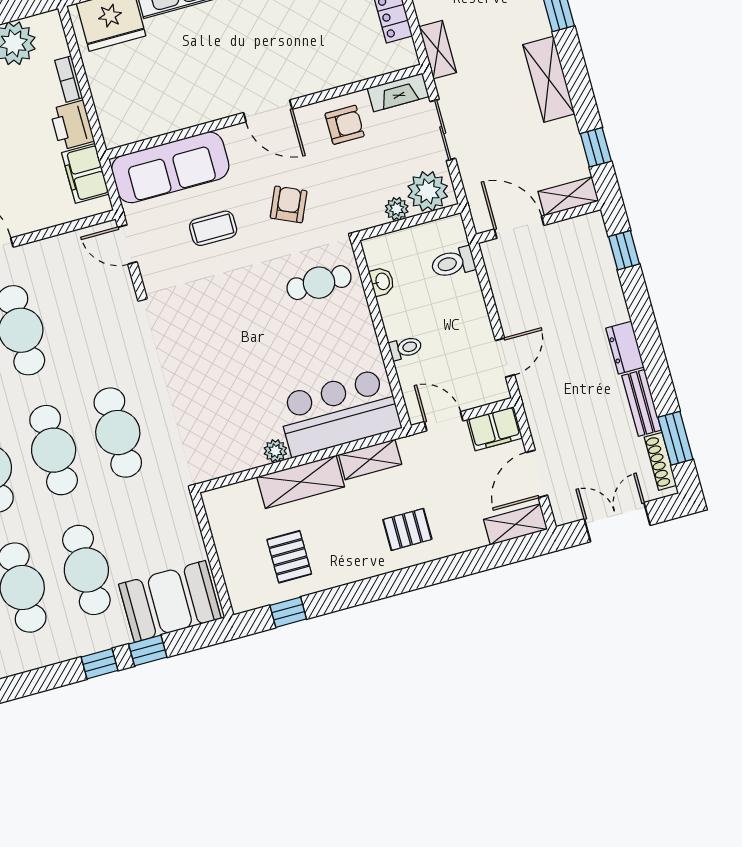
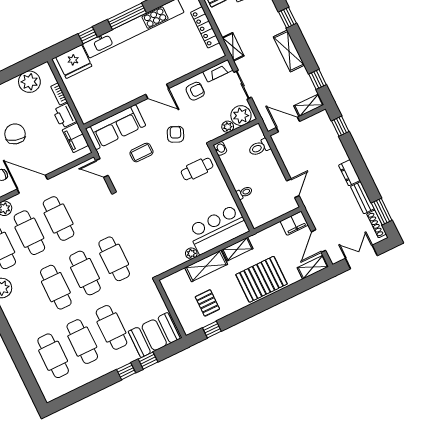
washbasin: (382, 282) -> (220, 148), moved
door: (444, 421) -> (269, 224), removed
pallet: (407, 529) -> (262, 279), width x2.05, depth x2.00

